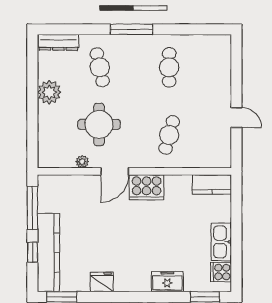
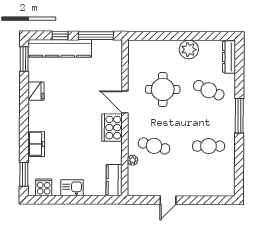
cafe table: (100, 67) -> (209, 90), turned 36
plant: (82, 162) -> (133, 160), moved
kitchen sink: (221, 242) -> (72, 188), width x0.73

